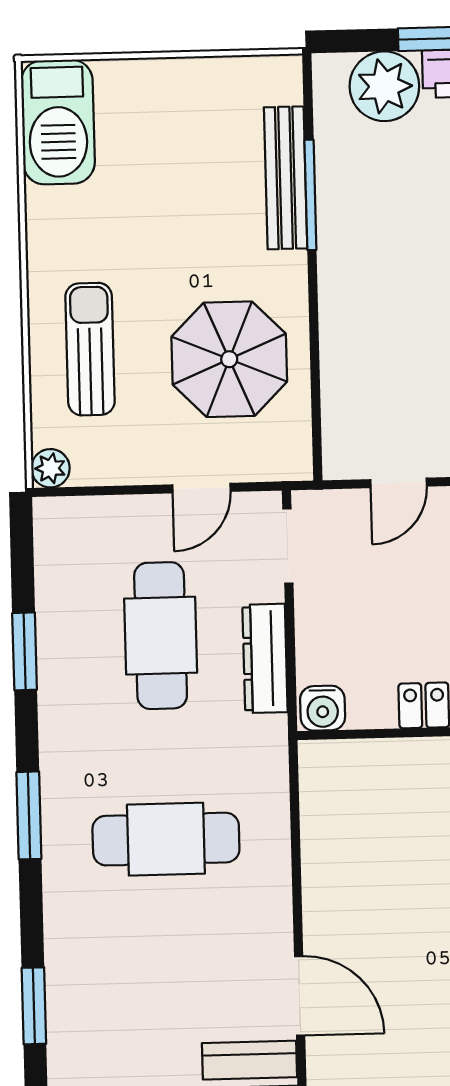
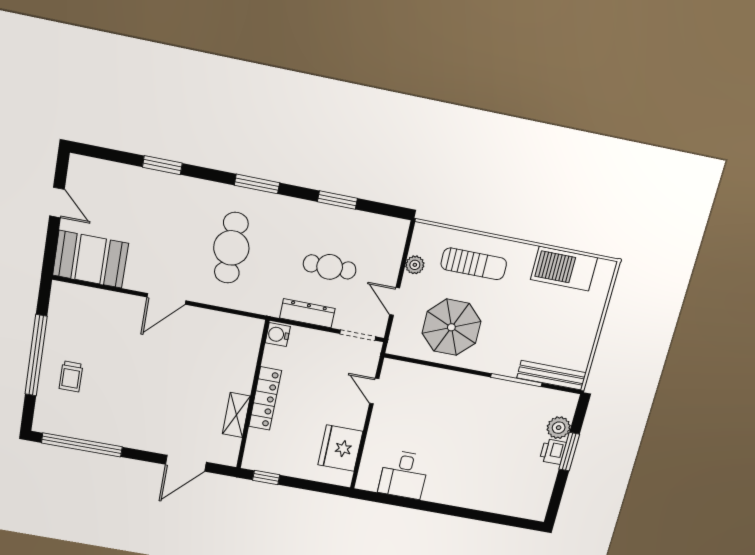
plant: (384, 86) -> (559, 428), width x0.73, depth x0.73
barbecue: (58, 122) -> (564, 269), moved
bench: (286, 178) -> (552, 375), moved
plant: (50, 468) -> (415, 265), moved
cafe table: (161, 636) -> (330, 267), width x0.73, depth x0.74
door: (300, 996) -> (166, 299), moved

